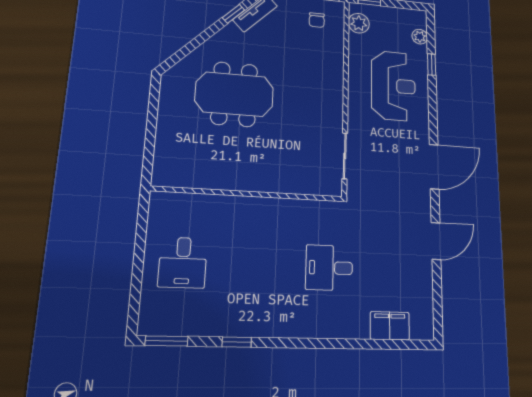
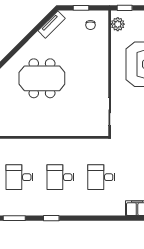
window: (234, 14) -> (38, 27), removed
desk: (183, 262) -> (20, 177), turned 90
desk: (257, 265) -> (60, 177), added

